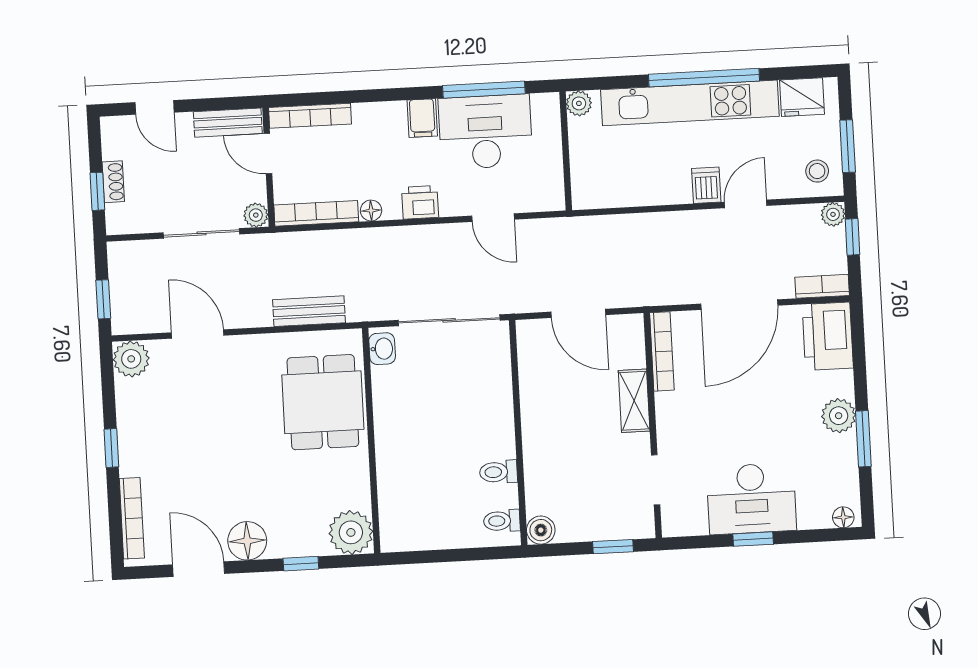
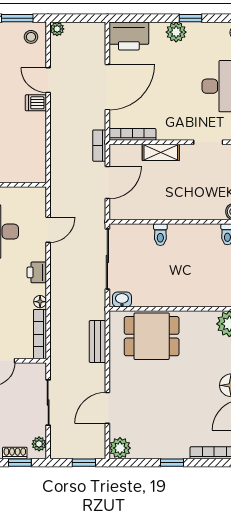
plant: (256, 215) -> (39, 444), moved
window: (852, 237) -> (71, 18), removed
bookcase: (822, 286) -> (99, 146), moved
door: (739, 305) -> (107, 87), hinge flipped
window: (863, 439) -> (191, 18), width x0.67
toilet: (499, 472) -> (160, 235), moved

